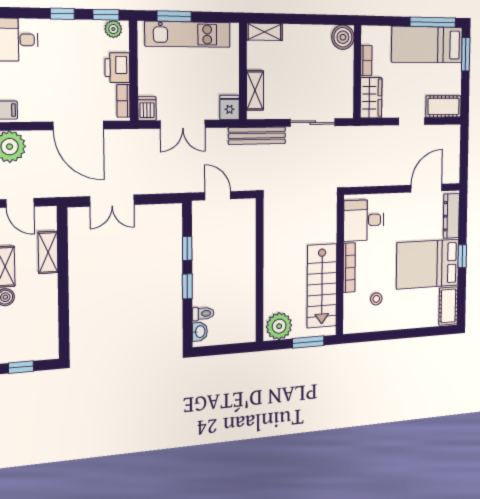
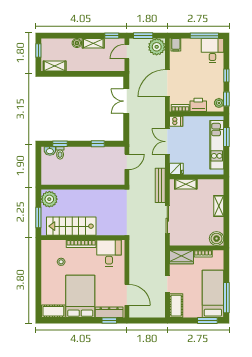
shelving: (264, 32) -> (219, 206), moved
shelving: (48, 252) -> (55, 66), moved
window: (462, 256) -> (109, 320), moved
window: (187, 286) -> (60, 144), moved

